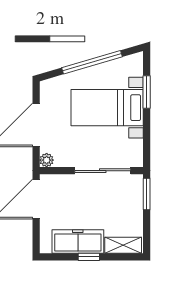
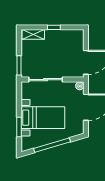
freezer: (78, 242) -> (61, 37), removed

